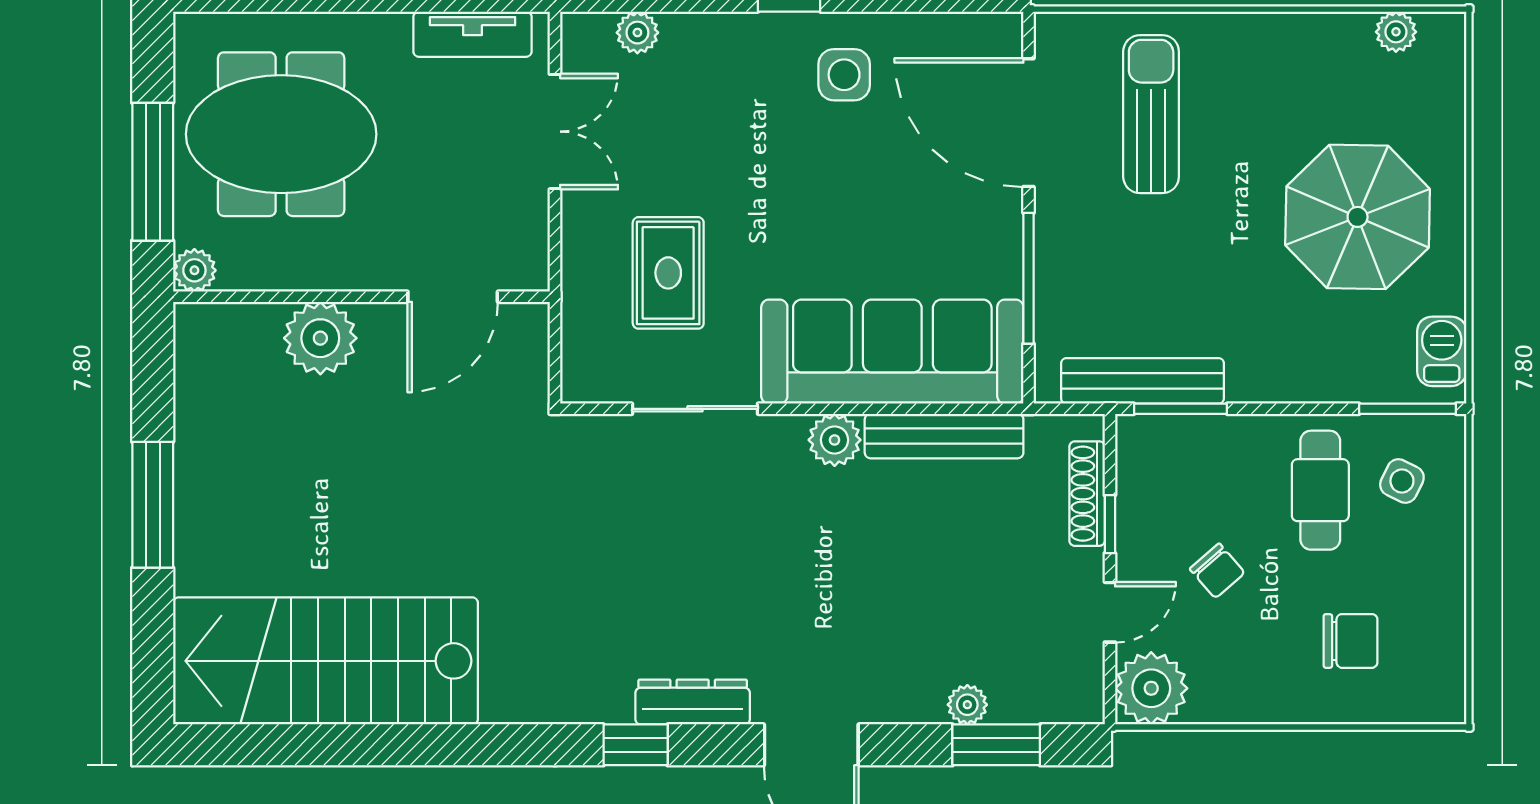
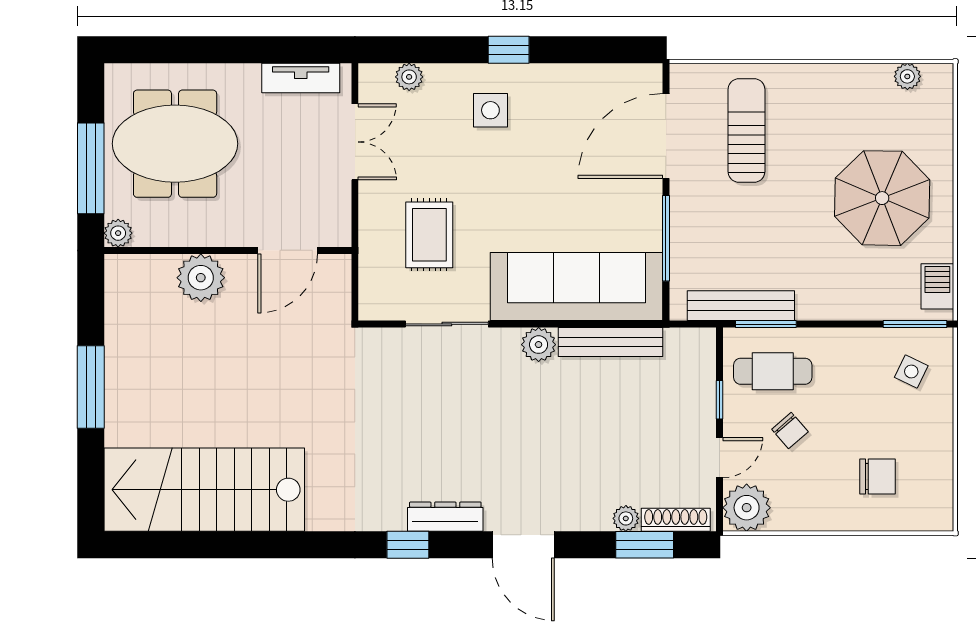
side table: (844, 75) -> (490, 110), moved
door: (1028, 123) -> (666, 136), hinge flipped
cafe table: (1320, 490) -> (773, 371), moved, turned 90
shoe rack: (1087, 494) -> (676, 520), moved, turned 90

